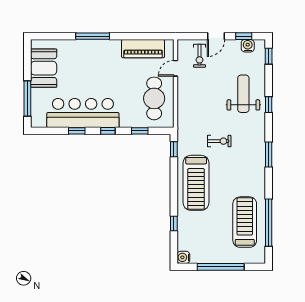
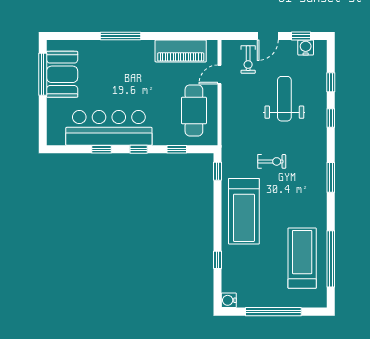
window: (269, 56) -> (331, 82), moved
weight bench: (243, 94) -> (284, 99), moved
window: (27, 98) -> (43, 74), moved

